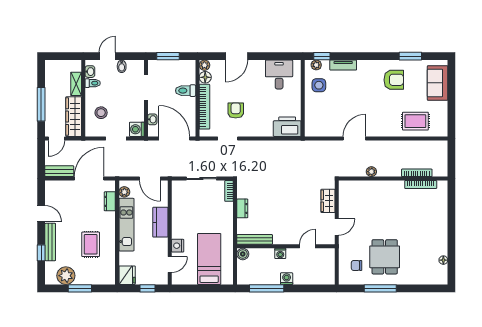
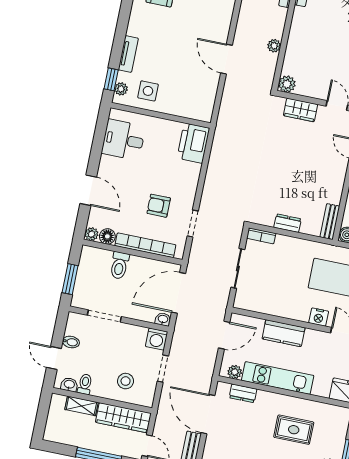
washbasin: (152, 119) -> (163, 319), moved
plant: (345, 187) -> (287, 84), added
bench: (255, 239) -> (330, 222), width x0.73

